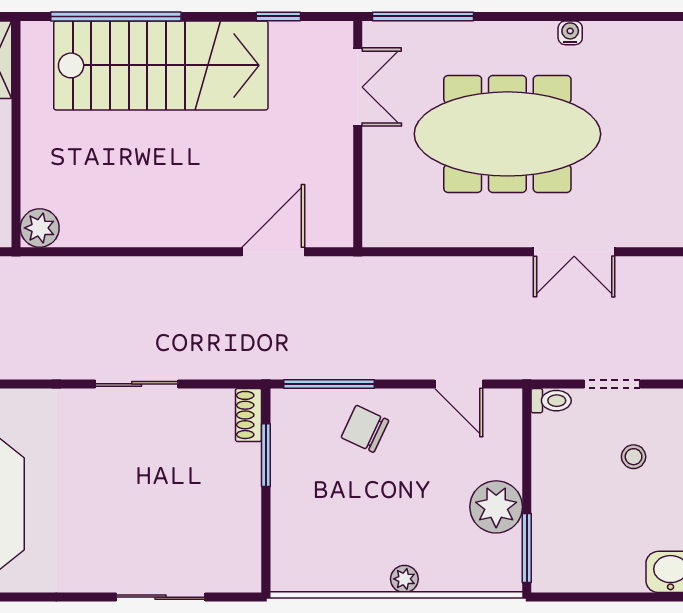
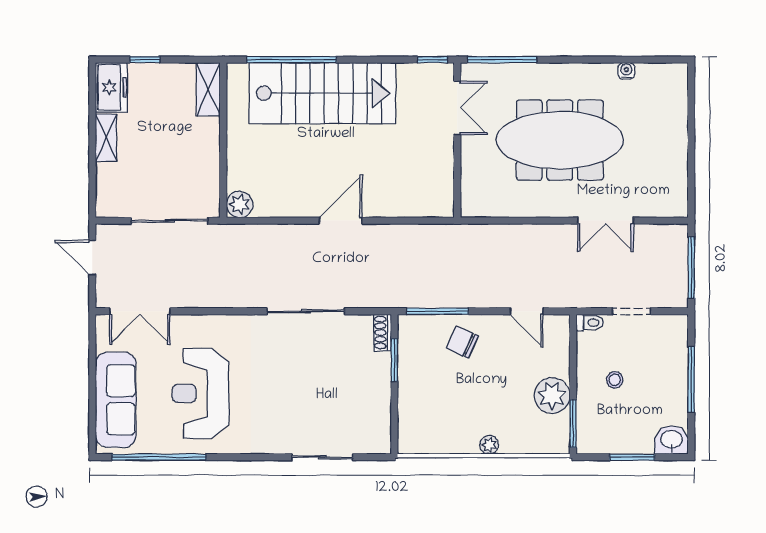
window: (278, 16) -> (433, 60), moved
water cooler: (570, 33) -> (626, 71), moved
door: (273, 252) -> (341, 221), moved
sliding door: (137, 384) -> (306, 311), width x1.37
stool: (634, 457) -> (615, 380), moved
window: (613, 597) -> (632, 457), added

